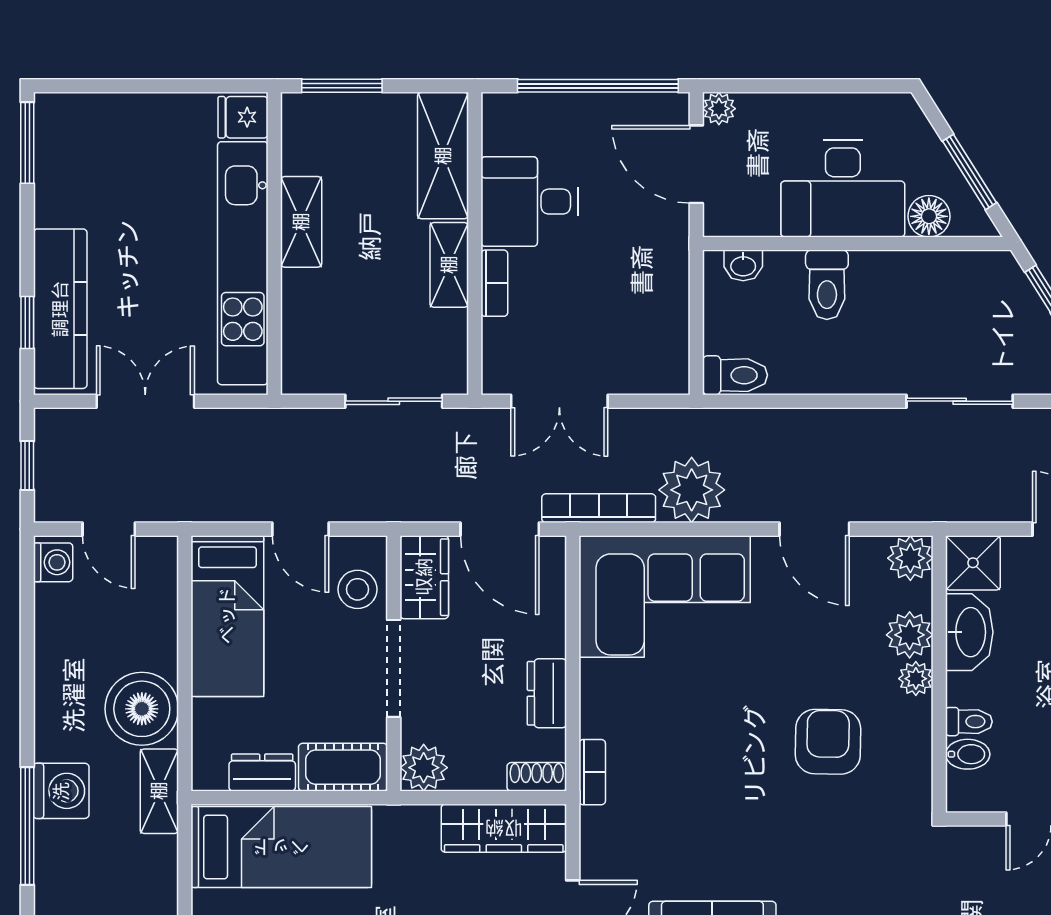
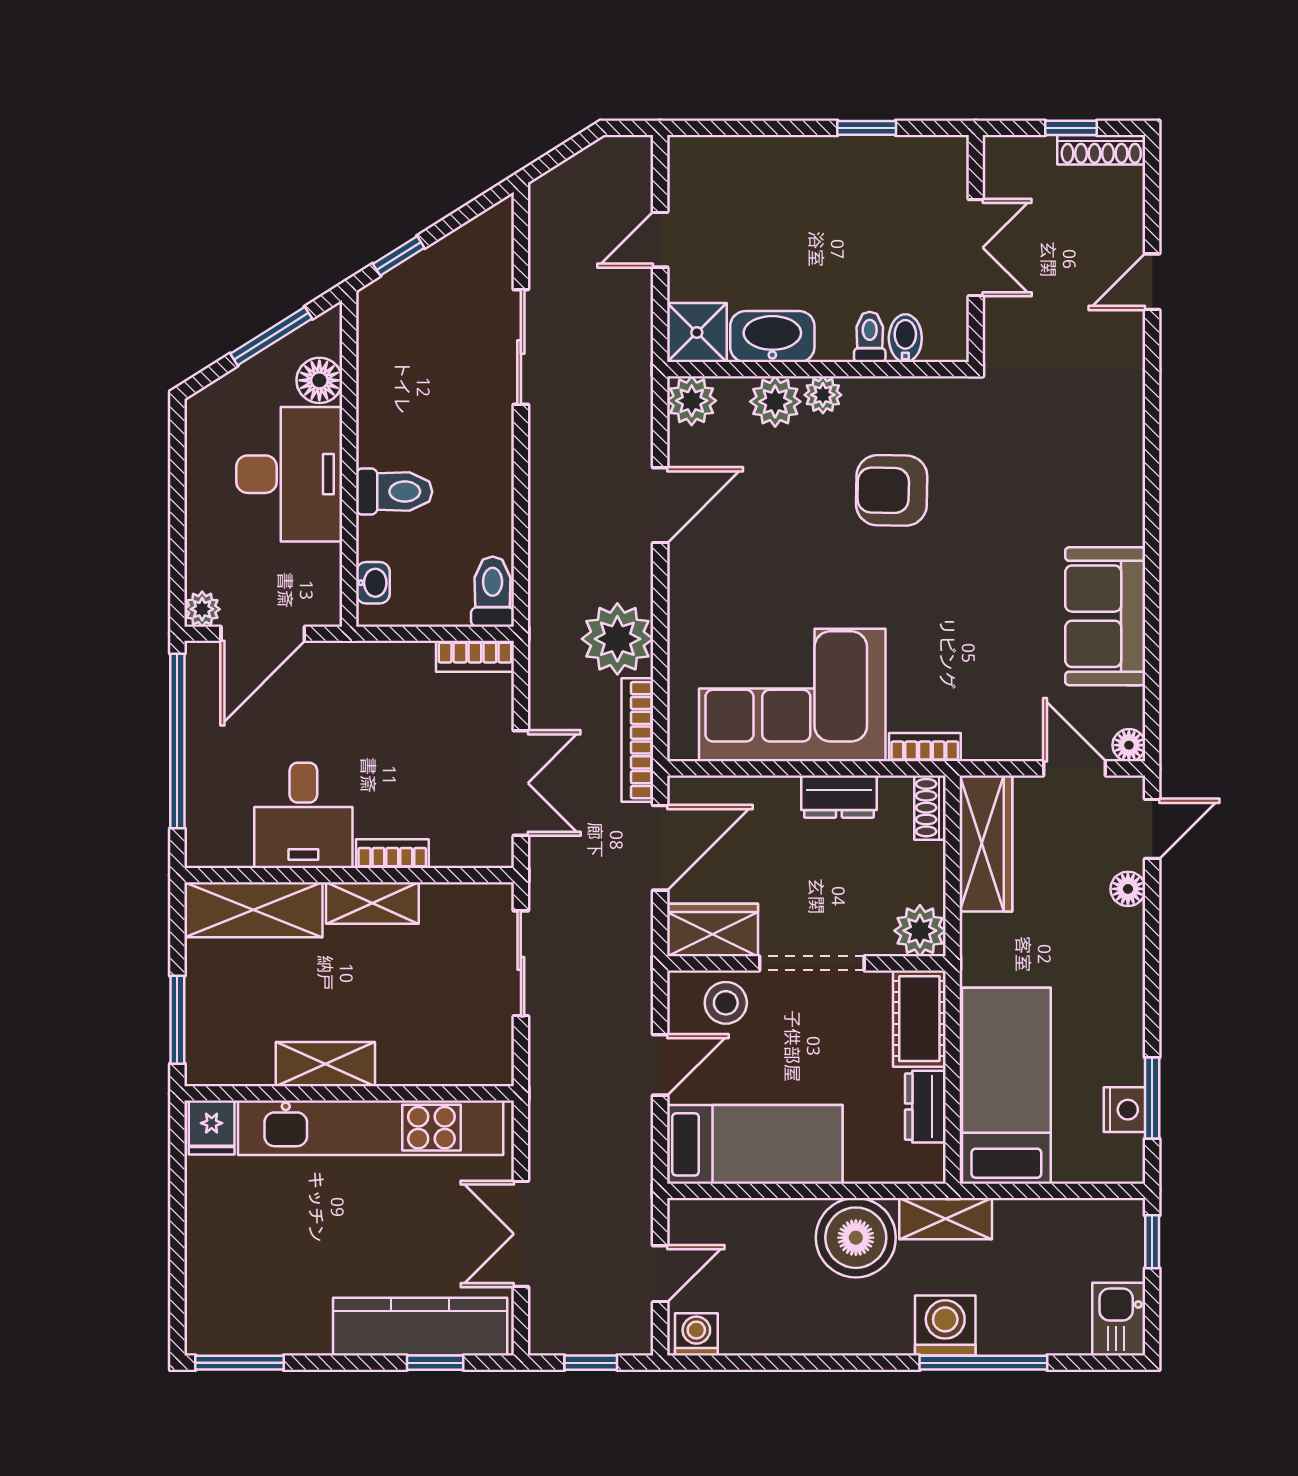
bookcase: (676, 359) -> (475, 656), added
corner sofa: (665, 596) -> (792, 695), moved, turned -90

